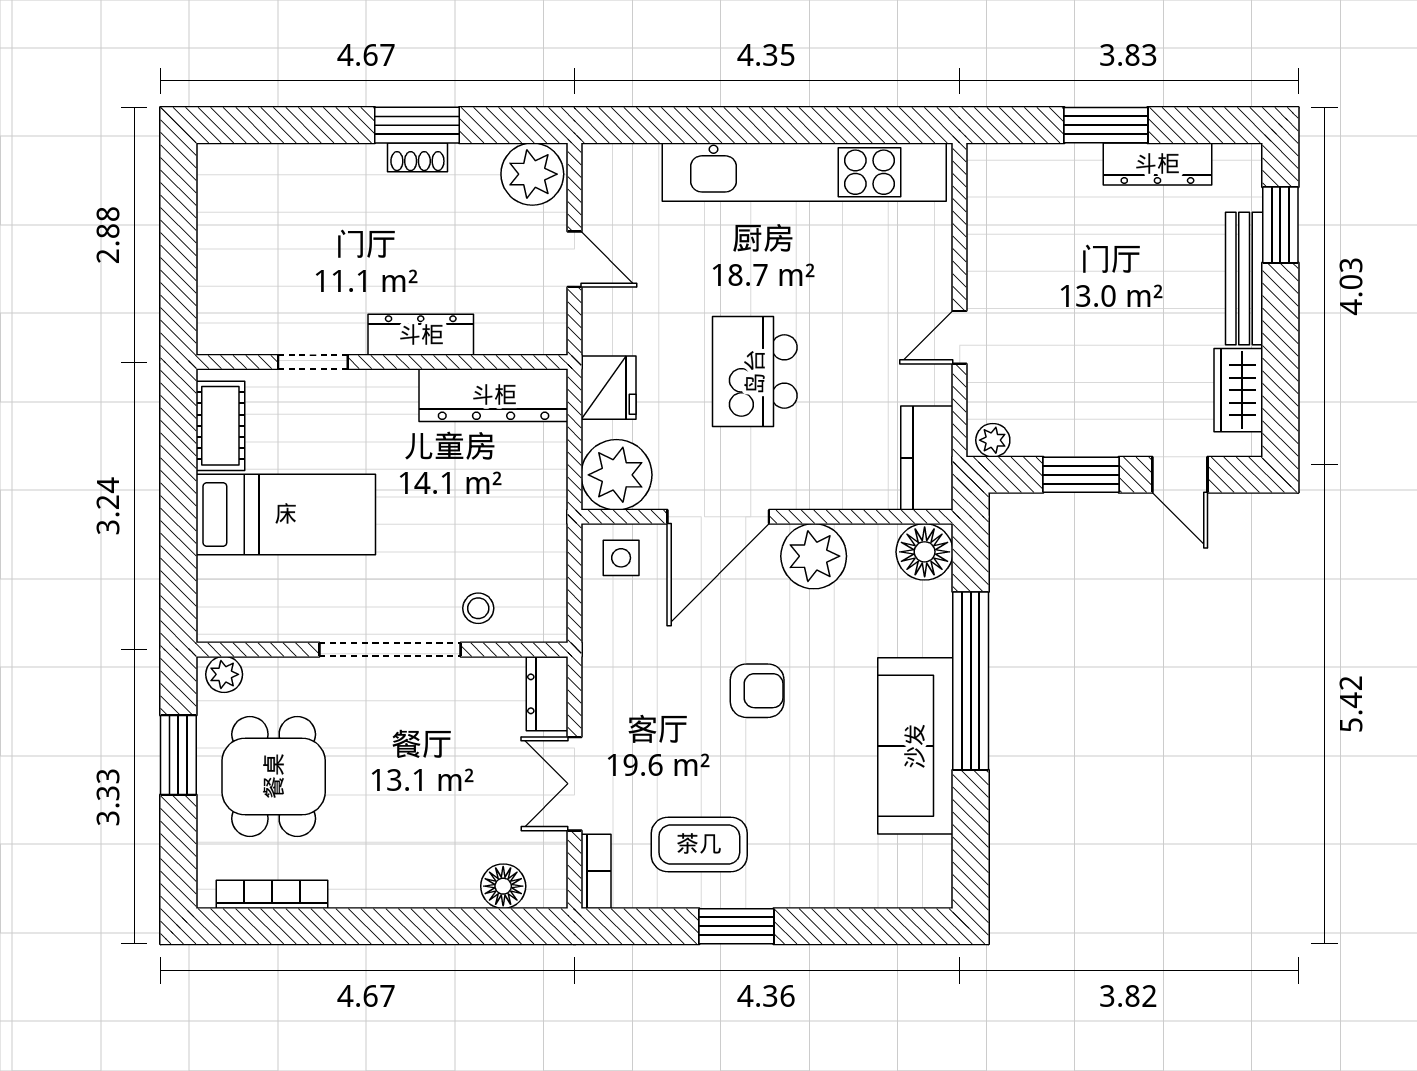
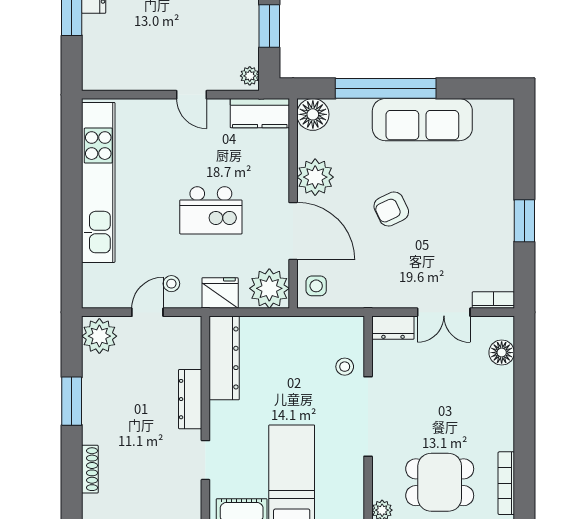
shoe rack: (417, 157) -> (90, 469), moved, width x1.43
stool: (625, 302) -> (171, 284), added
armchair: (757, 691) -> (391, 209), turned -115
coffee table: (699, 844) -> (478, 242), removed

